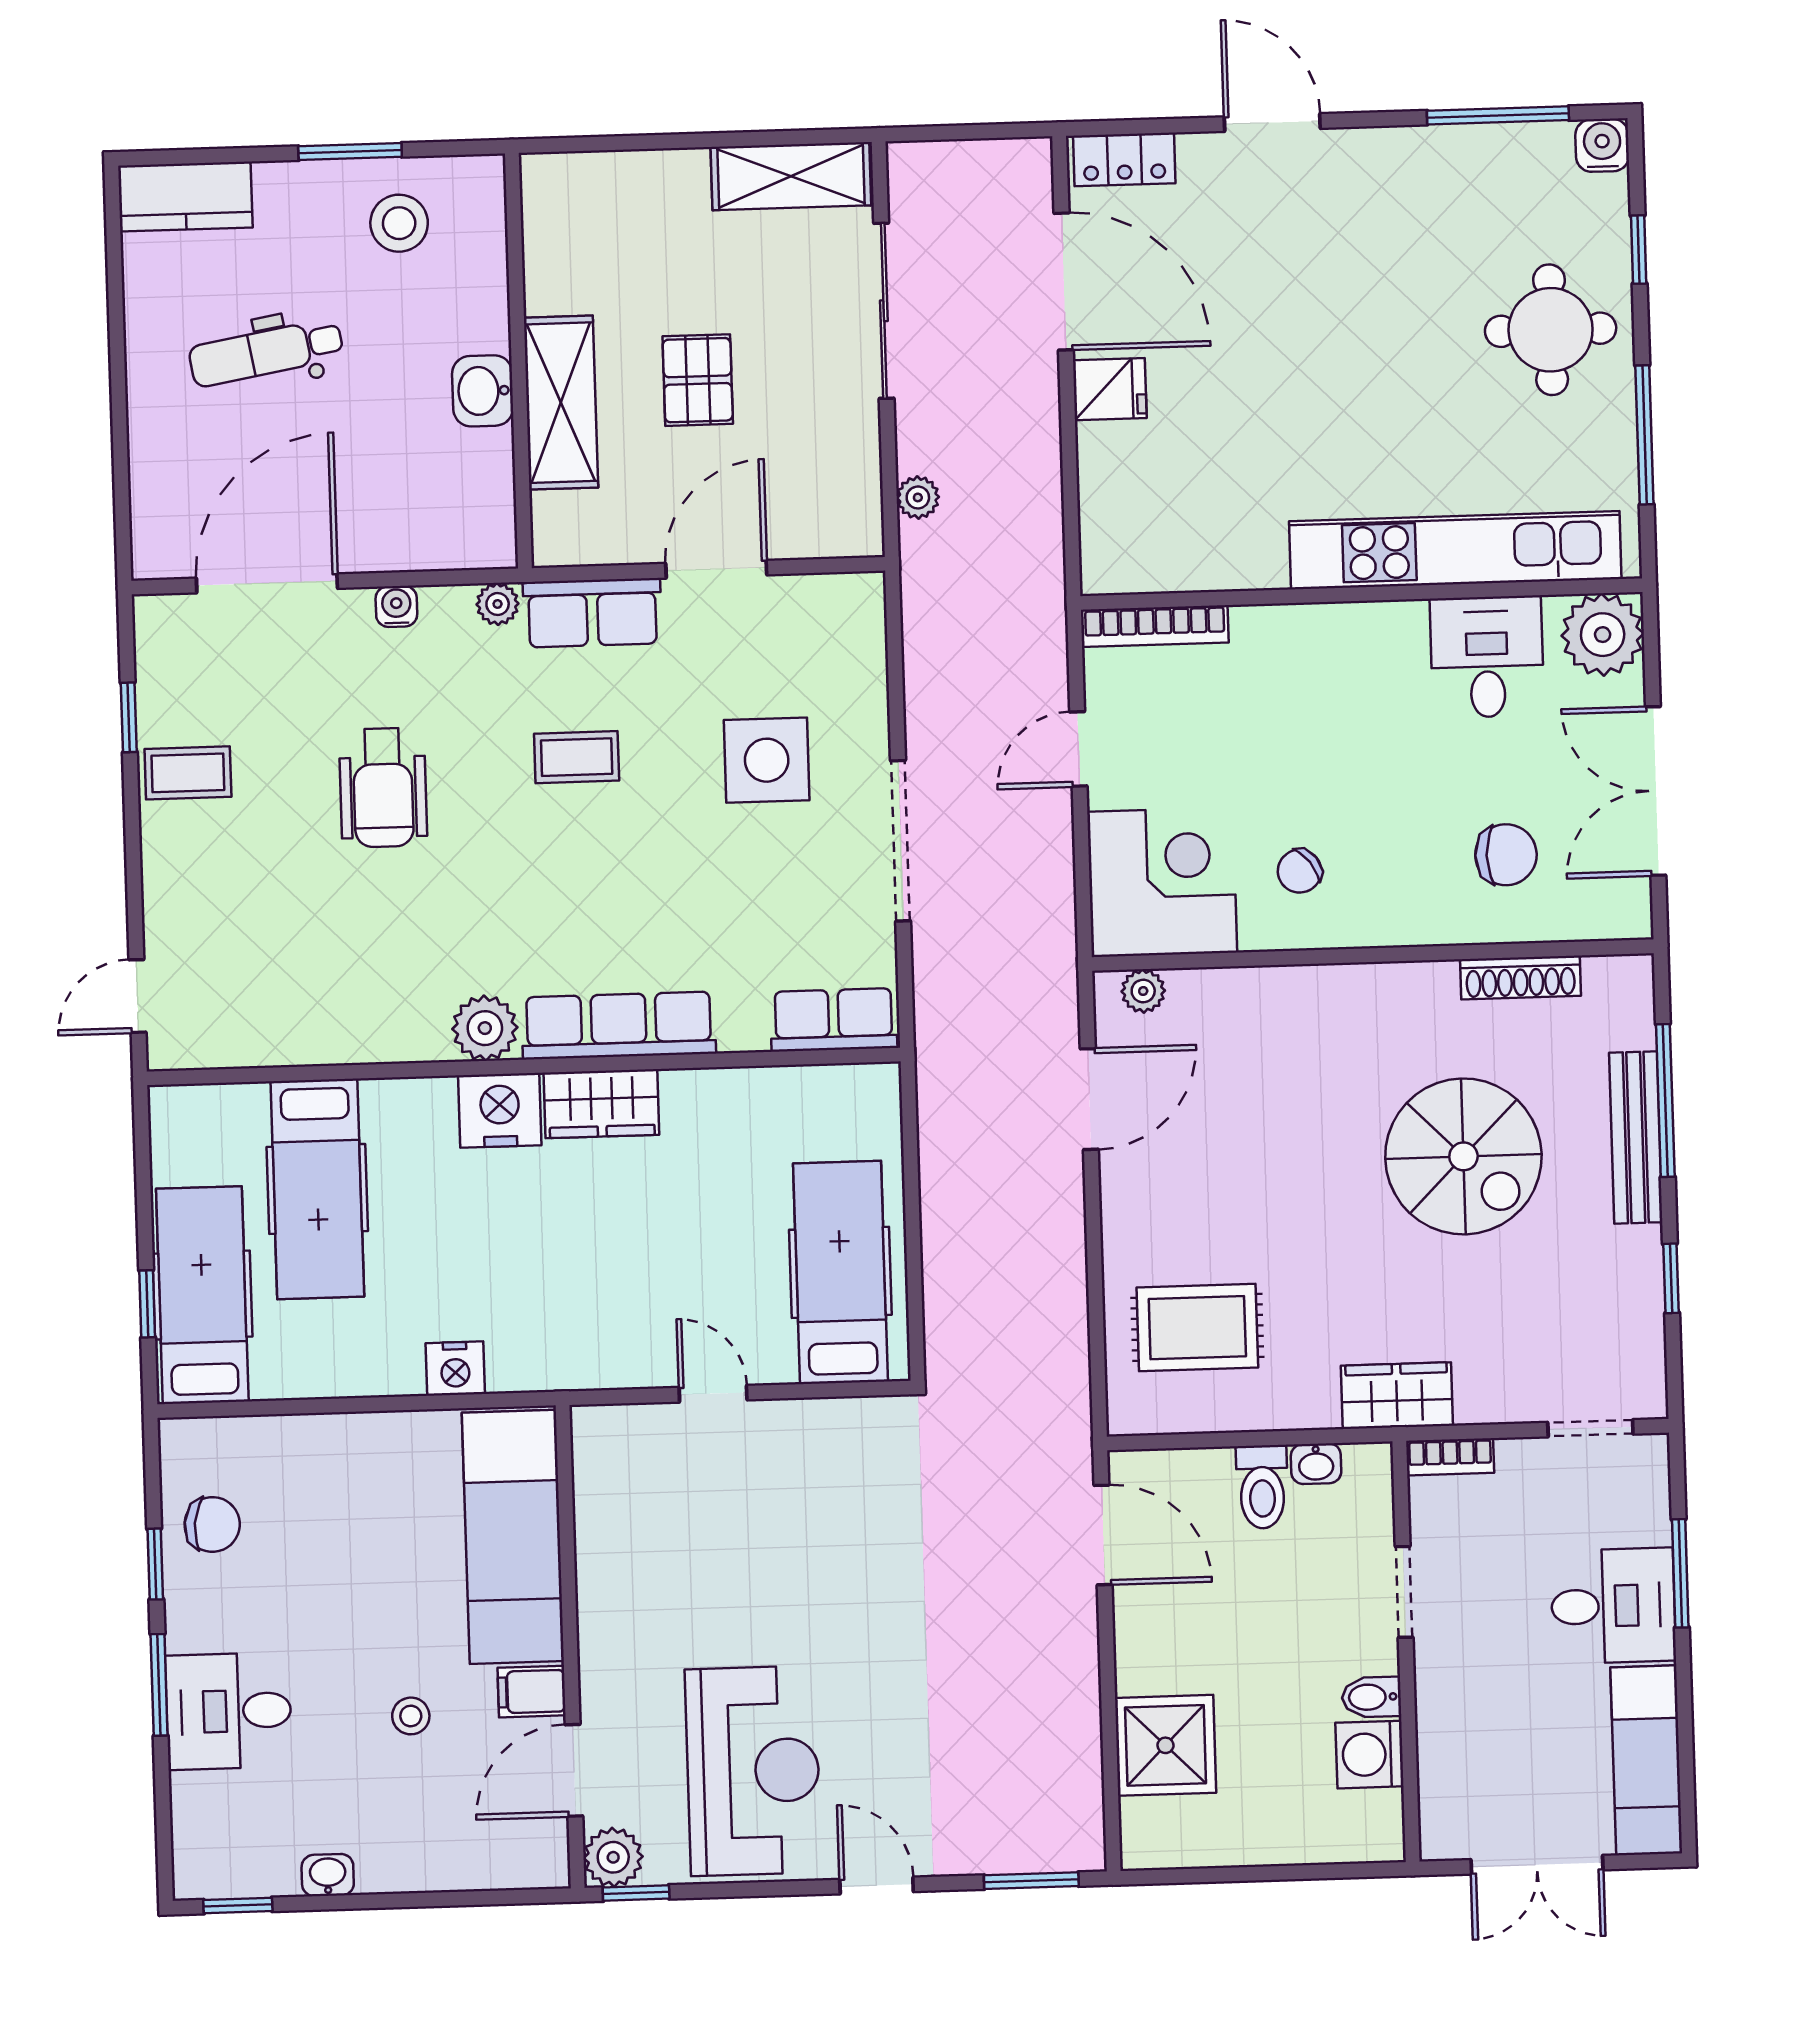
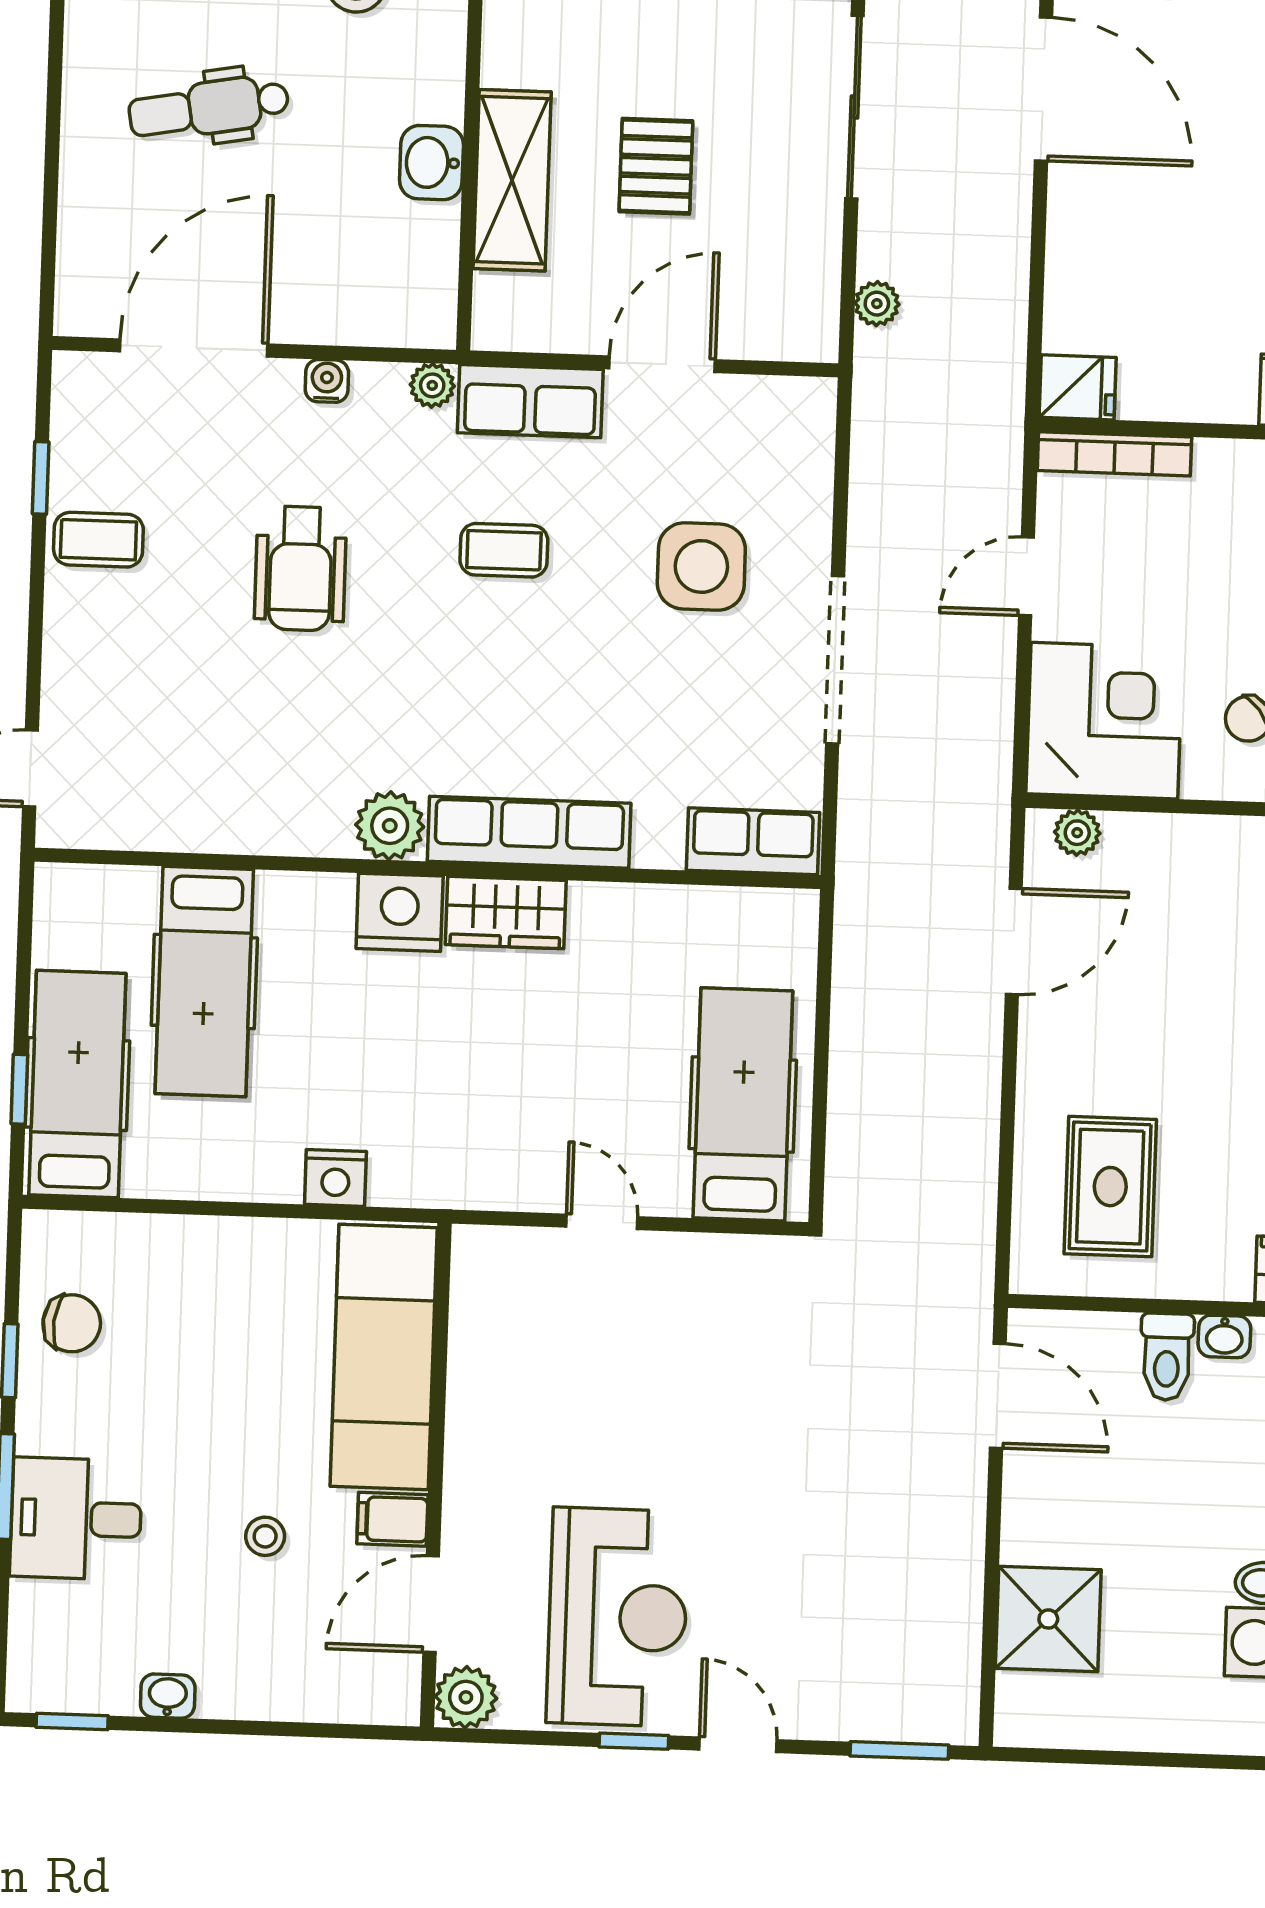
fridge: (1110, 389) -> (1078, 387), moved
rug: (1197, 1328) -> (1110, 1187), turned 90
window: (636, 1893) -> (634, 1741), moved

